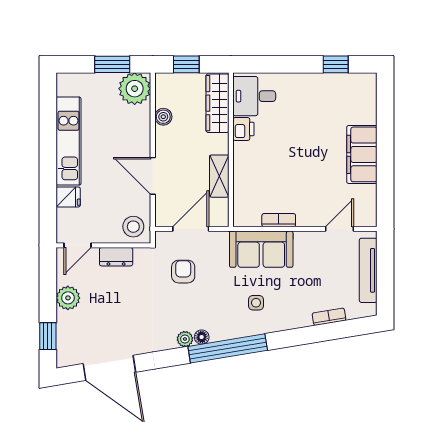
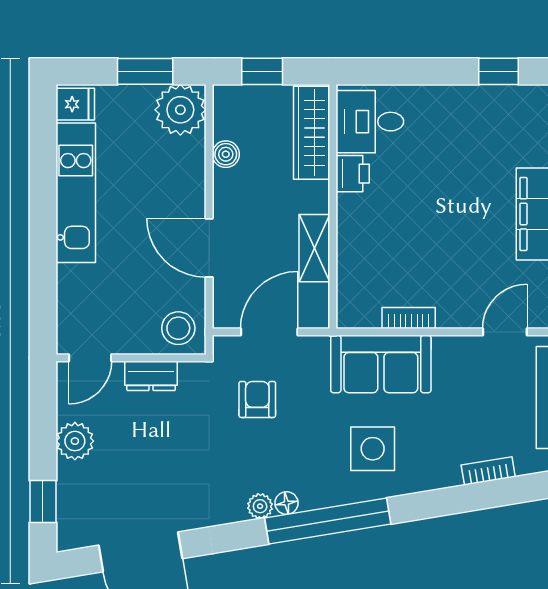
fridge: (68, 197) -> (75, 104), moved
side table: (256, 303) -> (373, 449), width x1.87, depth x1.87

